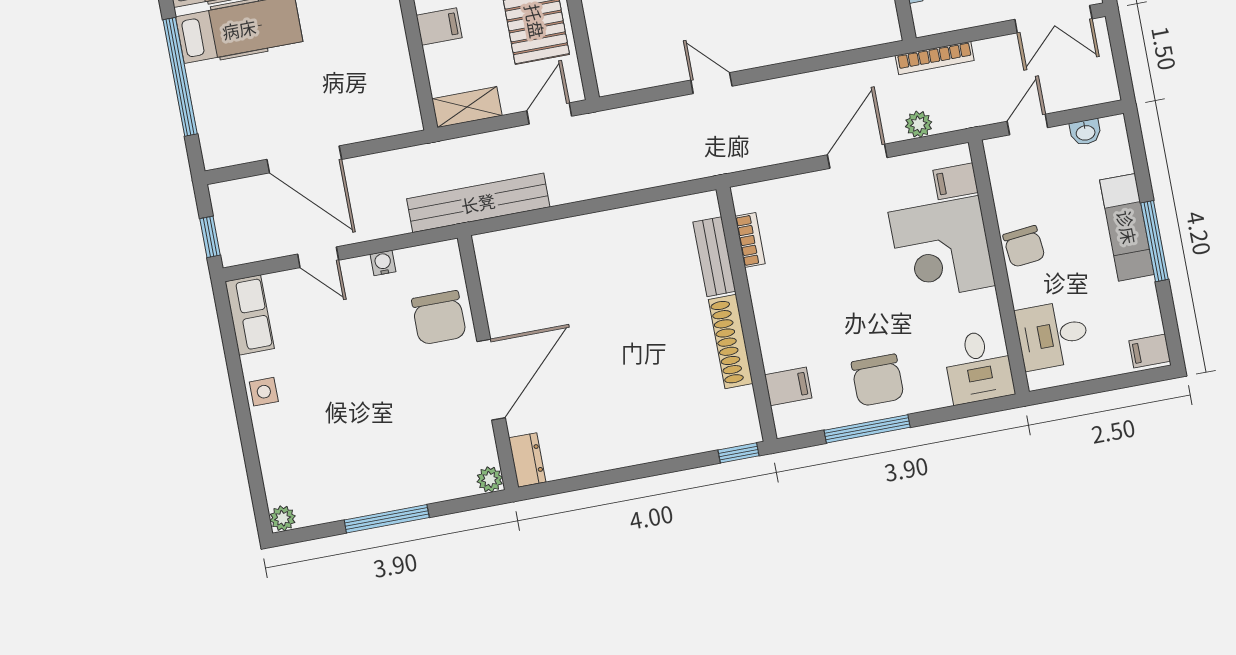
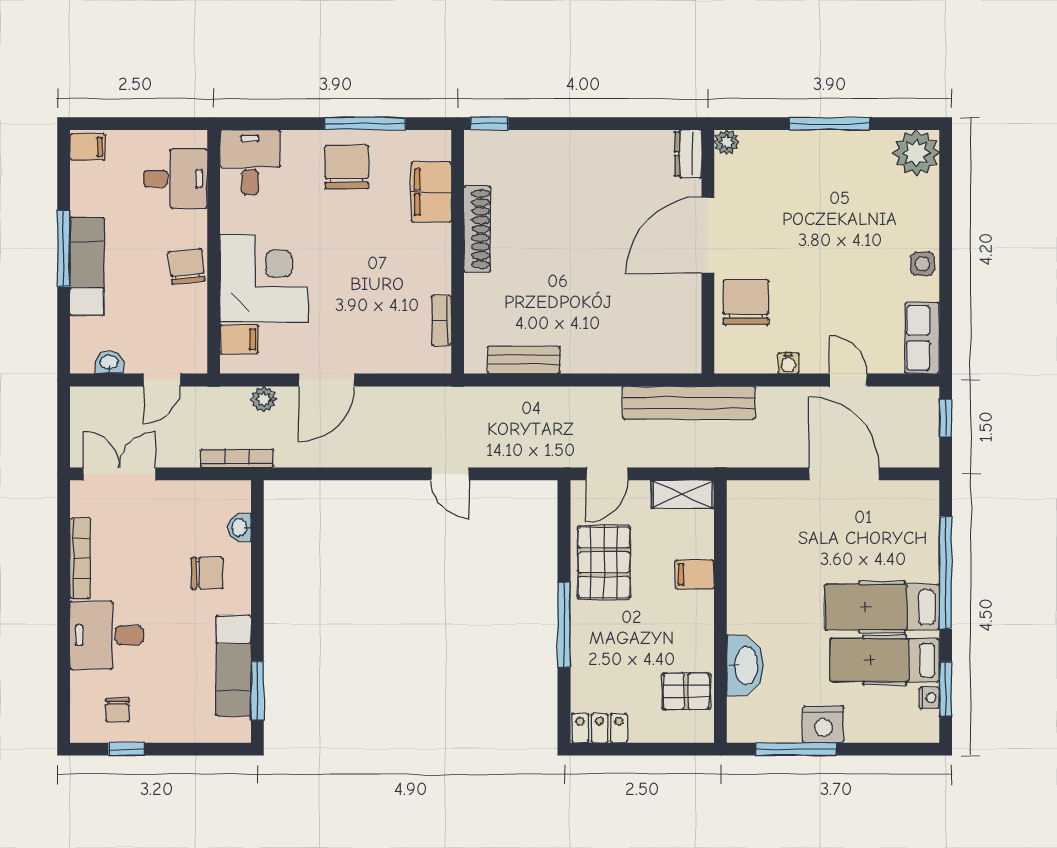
bench: (714, 257) -> (524, 360), moved, turned 90
filing cabinet: (788, 386) -> (431, 192), width x2.00
plant: (283, 518) -> (916, 153), width x1.88, depth x1.88

